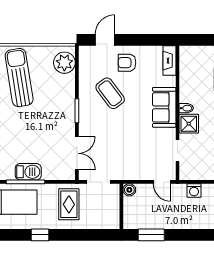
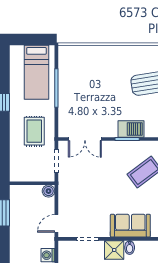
barbecue: (28, 172) -> (131, 129), moved, turned -90
rug: (69, 204) -> (34, 131), turned 90

